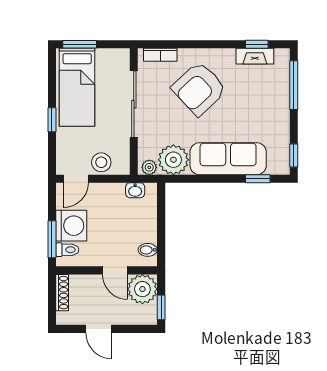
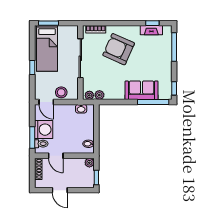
armchair: (199, 89) -> (119, 49), turned 67
sofa: (228, 159) -> (142, 90), width x0.73
plant: (173, 160) -> (99, 95), width x0.53, depth x0.53
door: (76, 179) -> (46, 102), hinge flipped
window: (258, 179) -> (153, 102), width x2.17
door: (115, 270) -> (56, 156), moved
plant: (142, 289) -> (89, 163), width x0.53, depth x0.53

